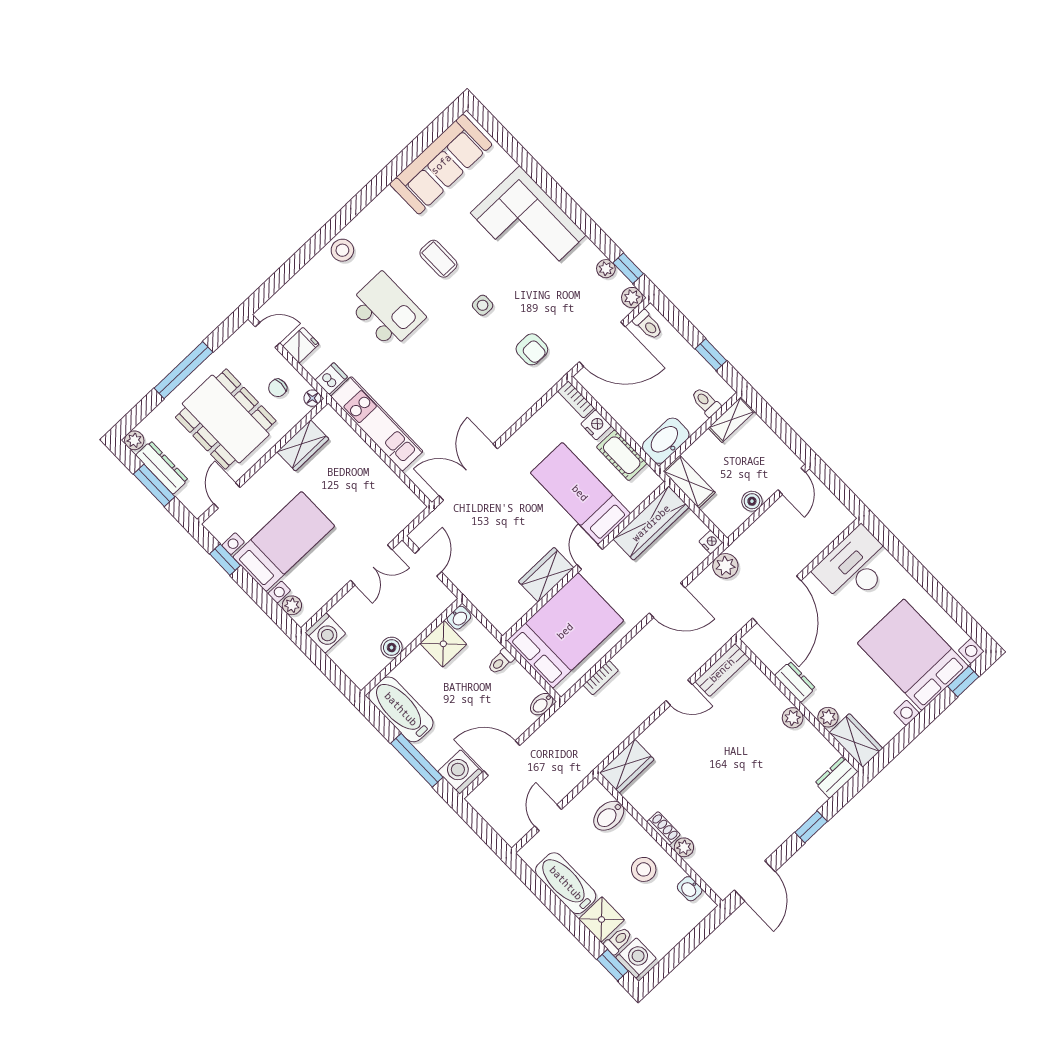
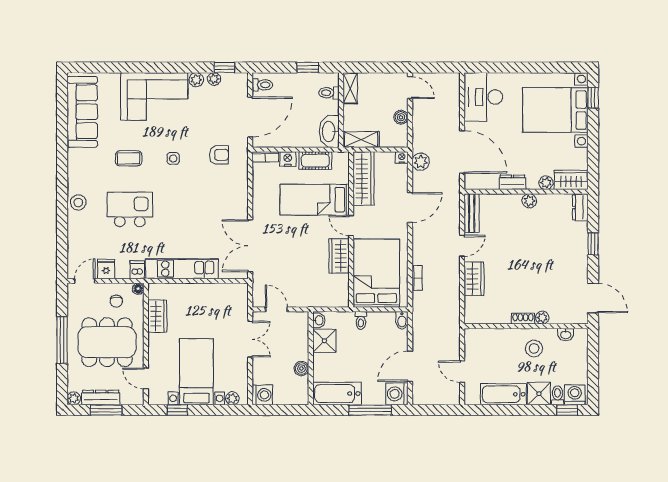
plant: (632, 298) -> (196, 80), moved
wardrobe: (627, 766) -> (474, 279), moved
bidet: (609, 816) -> (490, 340), removed

